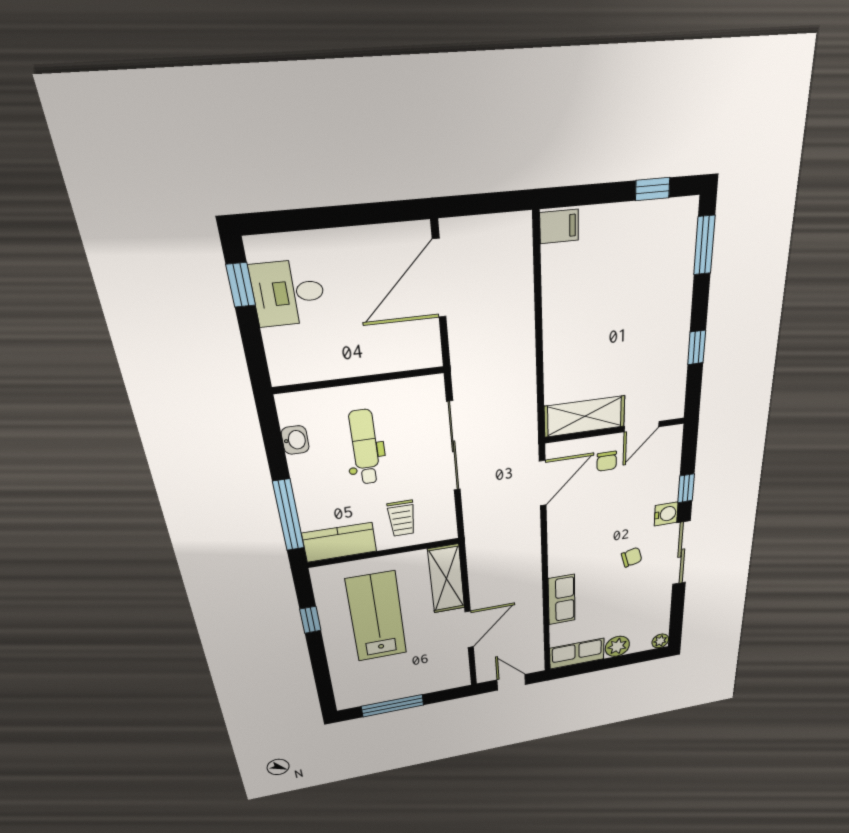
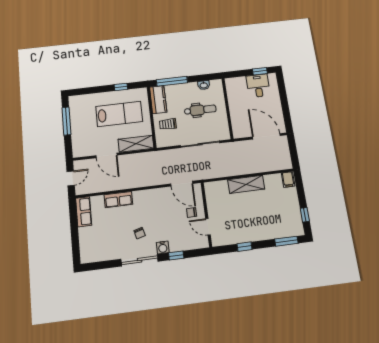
shelving: (585, 416) -> (246, 184), moved, turned 90
plant: (660, 641) -> (85, 259), removed
plant: (617, 646) -> (85, 234), removed

